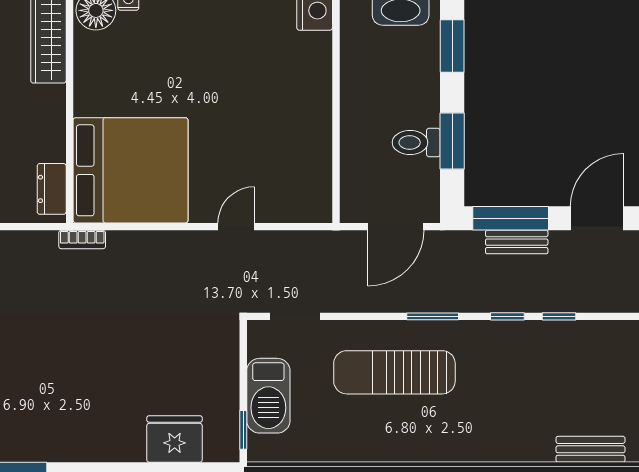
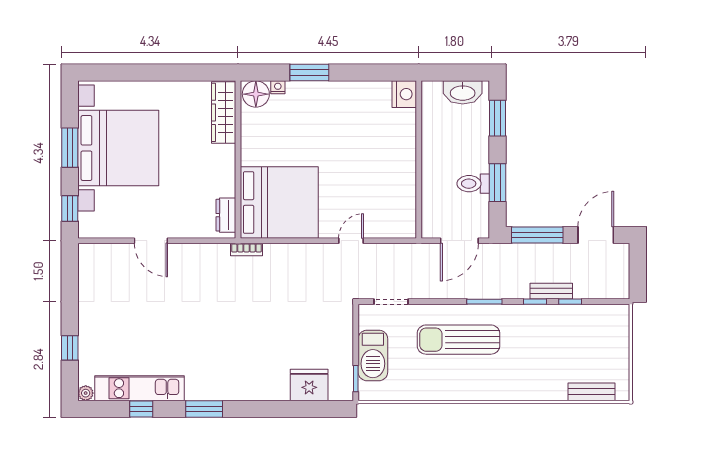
bench: (517, 242) -> (551, 291), moved

